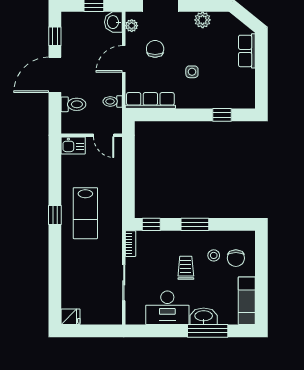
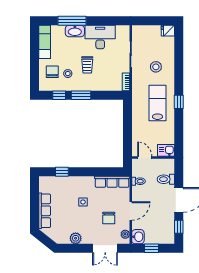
row of seats: (247, 51) -> (45, 211), width x1.48
window: (151, 224) -> (59, 95), moved
stool: (88, 265) -> (156, 67), added

